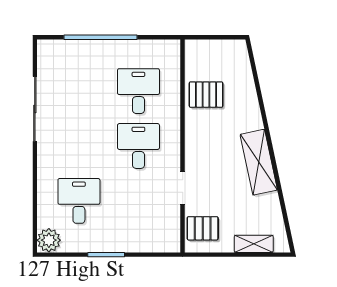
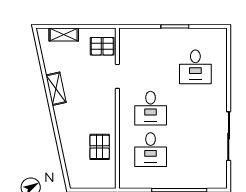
pallet: (206, 95) -> (100, 147), turned 90
shelving: (259, 162) -> (56, 89), width x0.67, depth x0.75
plant: (49, 240) -> (218, 37), removed

